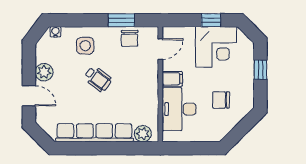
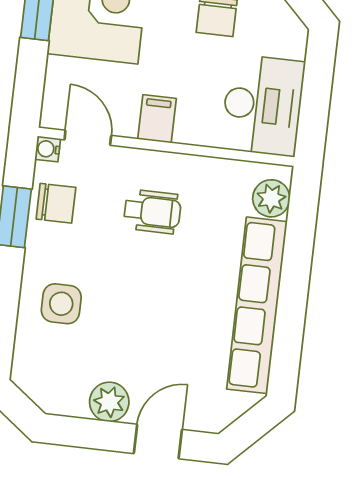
water cooler: (55, 32) -> (48, 149), moved
wheelchair: (98, 79) -> (152, 212), moved, turned 53
desk: (179, 109) -> (263, 105), moved, turned -90

